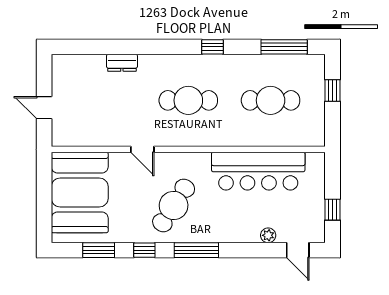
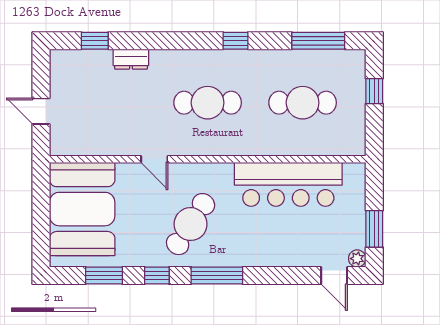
window: (91, 47) -> (95, 41), added
window: (333, 210) -> (374, 229), width x1.50
plant: (268, 235) -> (357, 259), moved

